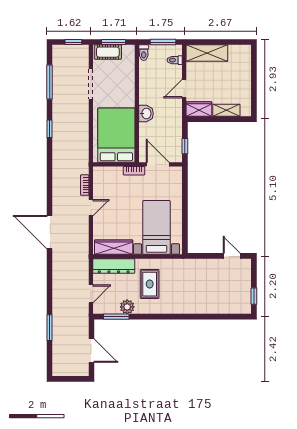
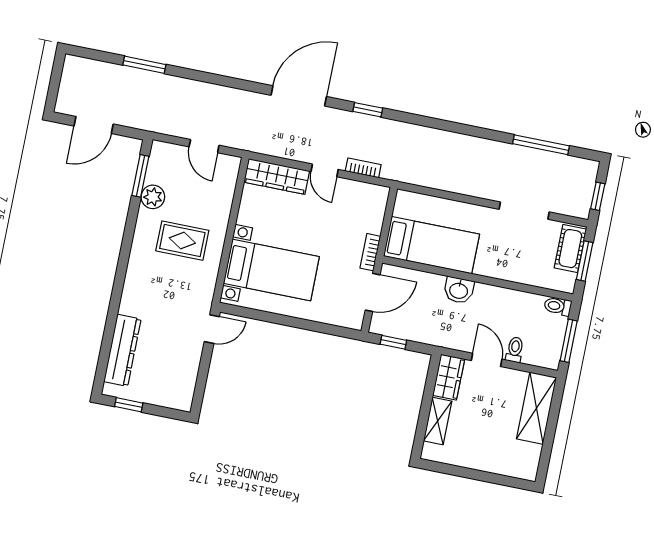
toilet: (175, 60) -> (515, 350), moved
window: (50, 129) -> (368, 110), moved
bed: (116, 135) -> (431, 245), width x0.67
wardrobe: (114, 247) -> (277, 176), moved, turned 90
door: (232, 256) -> (212, 329), moved
dresser: (114, 266) -> (122, 350), moved, turned 180
door: (91, 294) -> (204, 146), moved

